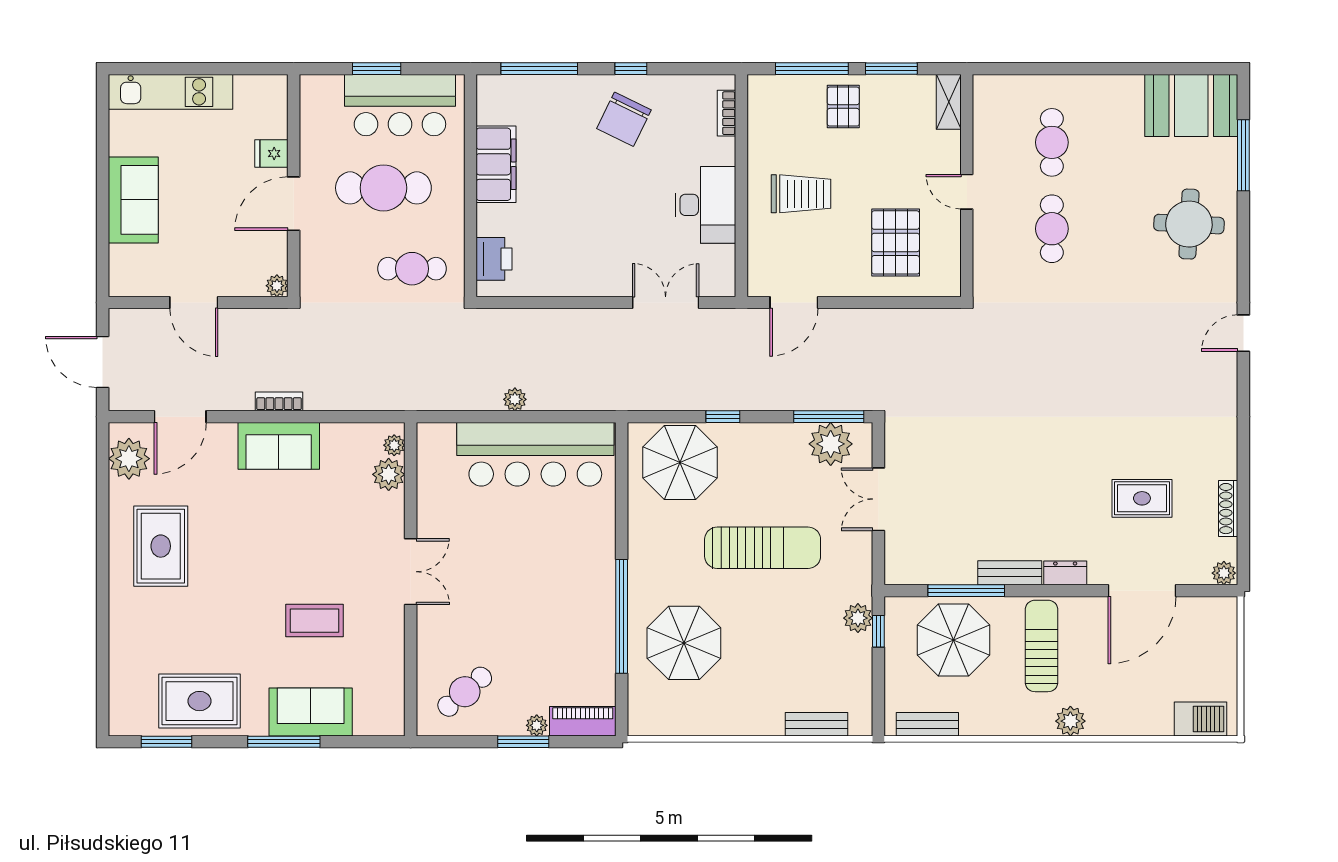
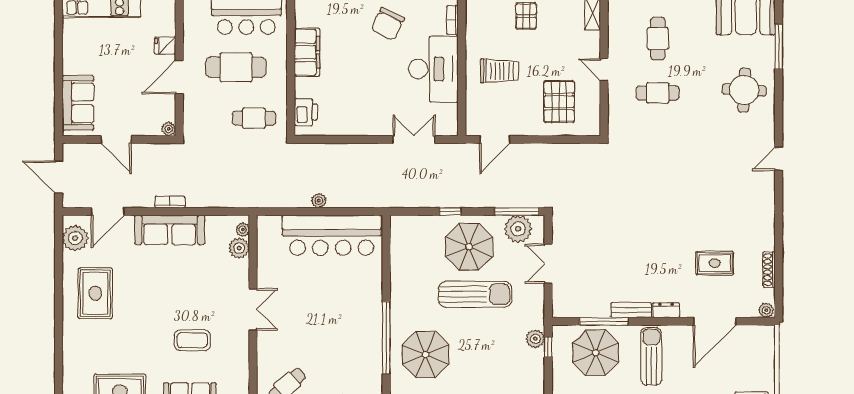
sofa: (133, 200) -> (78, 103), moved
desk: (706, 205) -> (433, 69), width x1.36, depth x1.30
cafe table: (1052, 229) -> (658, 93), turned 90
sofa: (279, 446) -> (170, 230), width x1.36
parasol: (680, 463) -> (469, 247), moved

